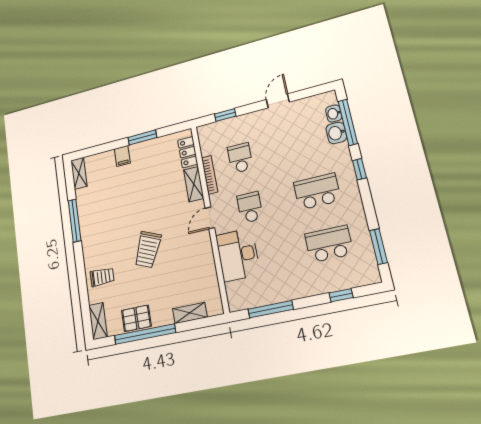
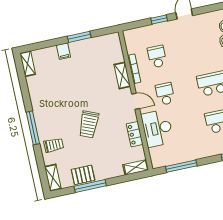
window: (225, 115) -> (159, 19), moved
locker: (188, 152) -> (135, 134), moved
door: (210, 218) -> (136, 101), swing flipped
window: (75, 221) -> (33, 128), moved
shelving: (190, 313) -> (136, 167), moved
window: (145, 334) -> (90, 186), width x0.68

